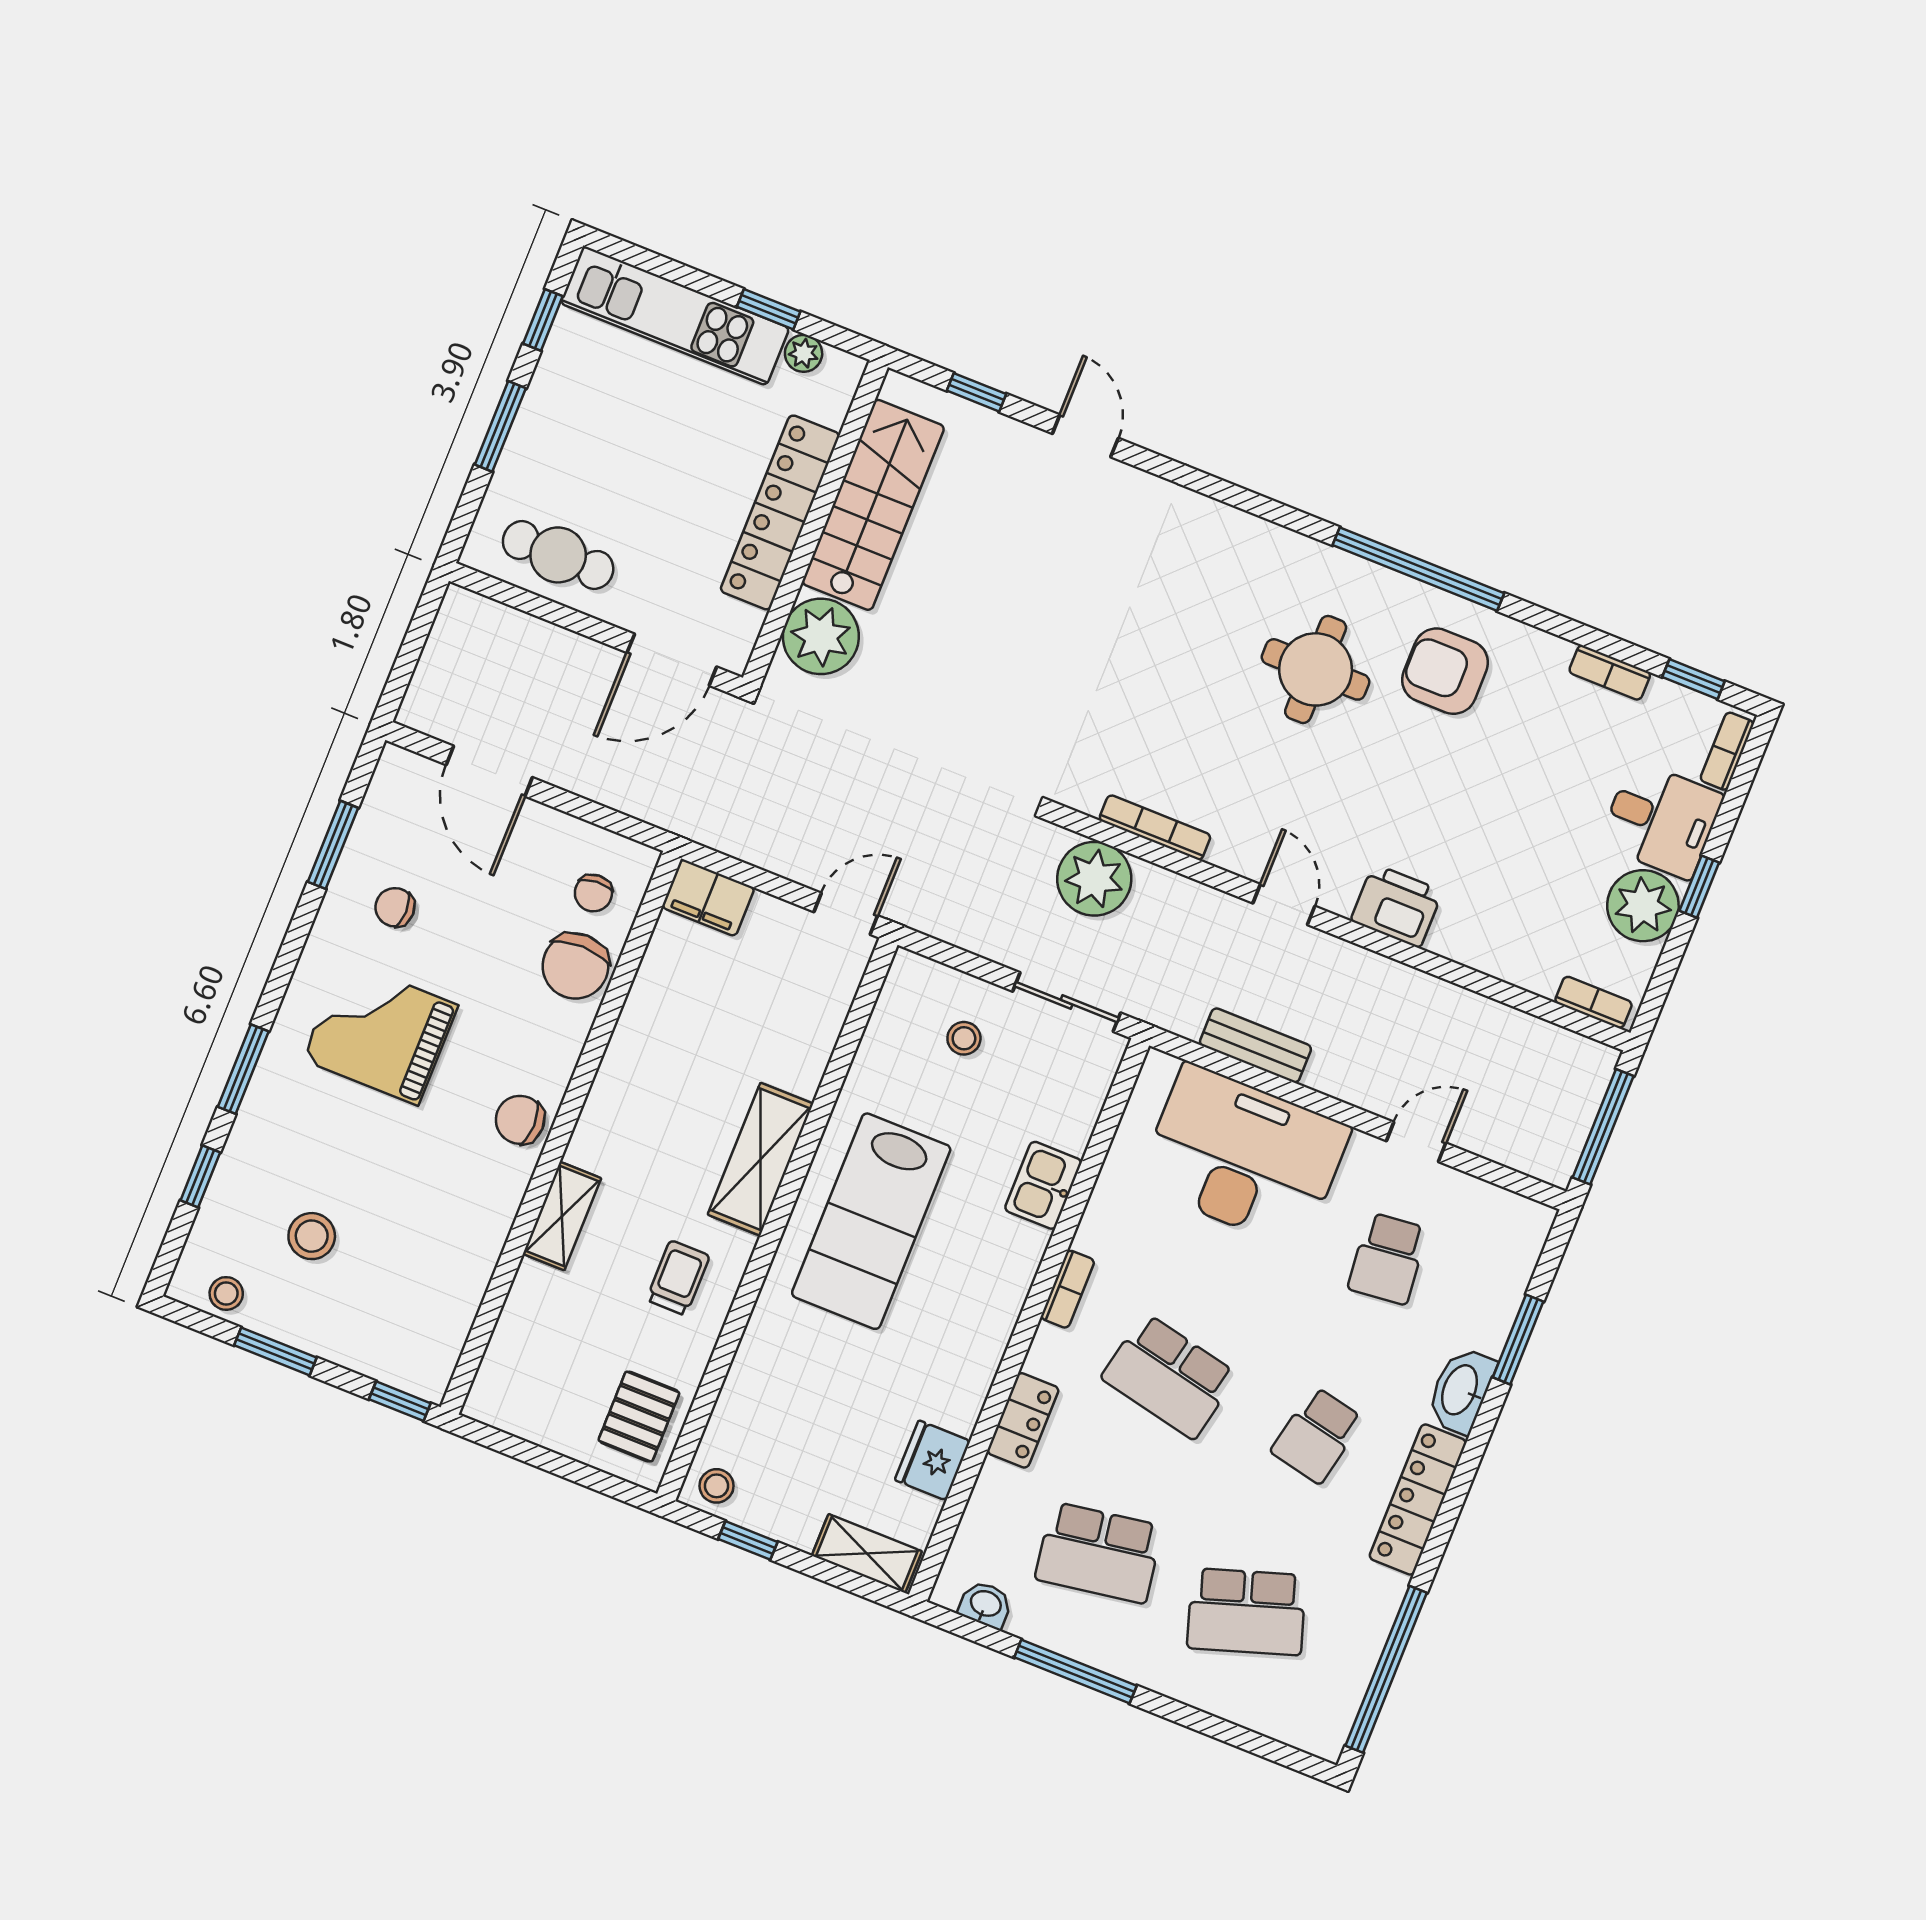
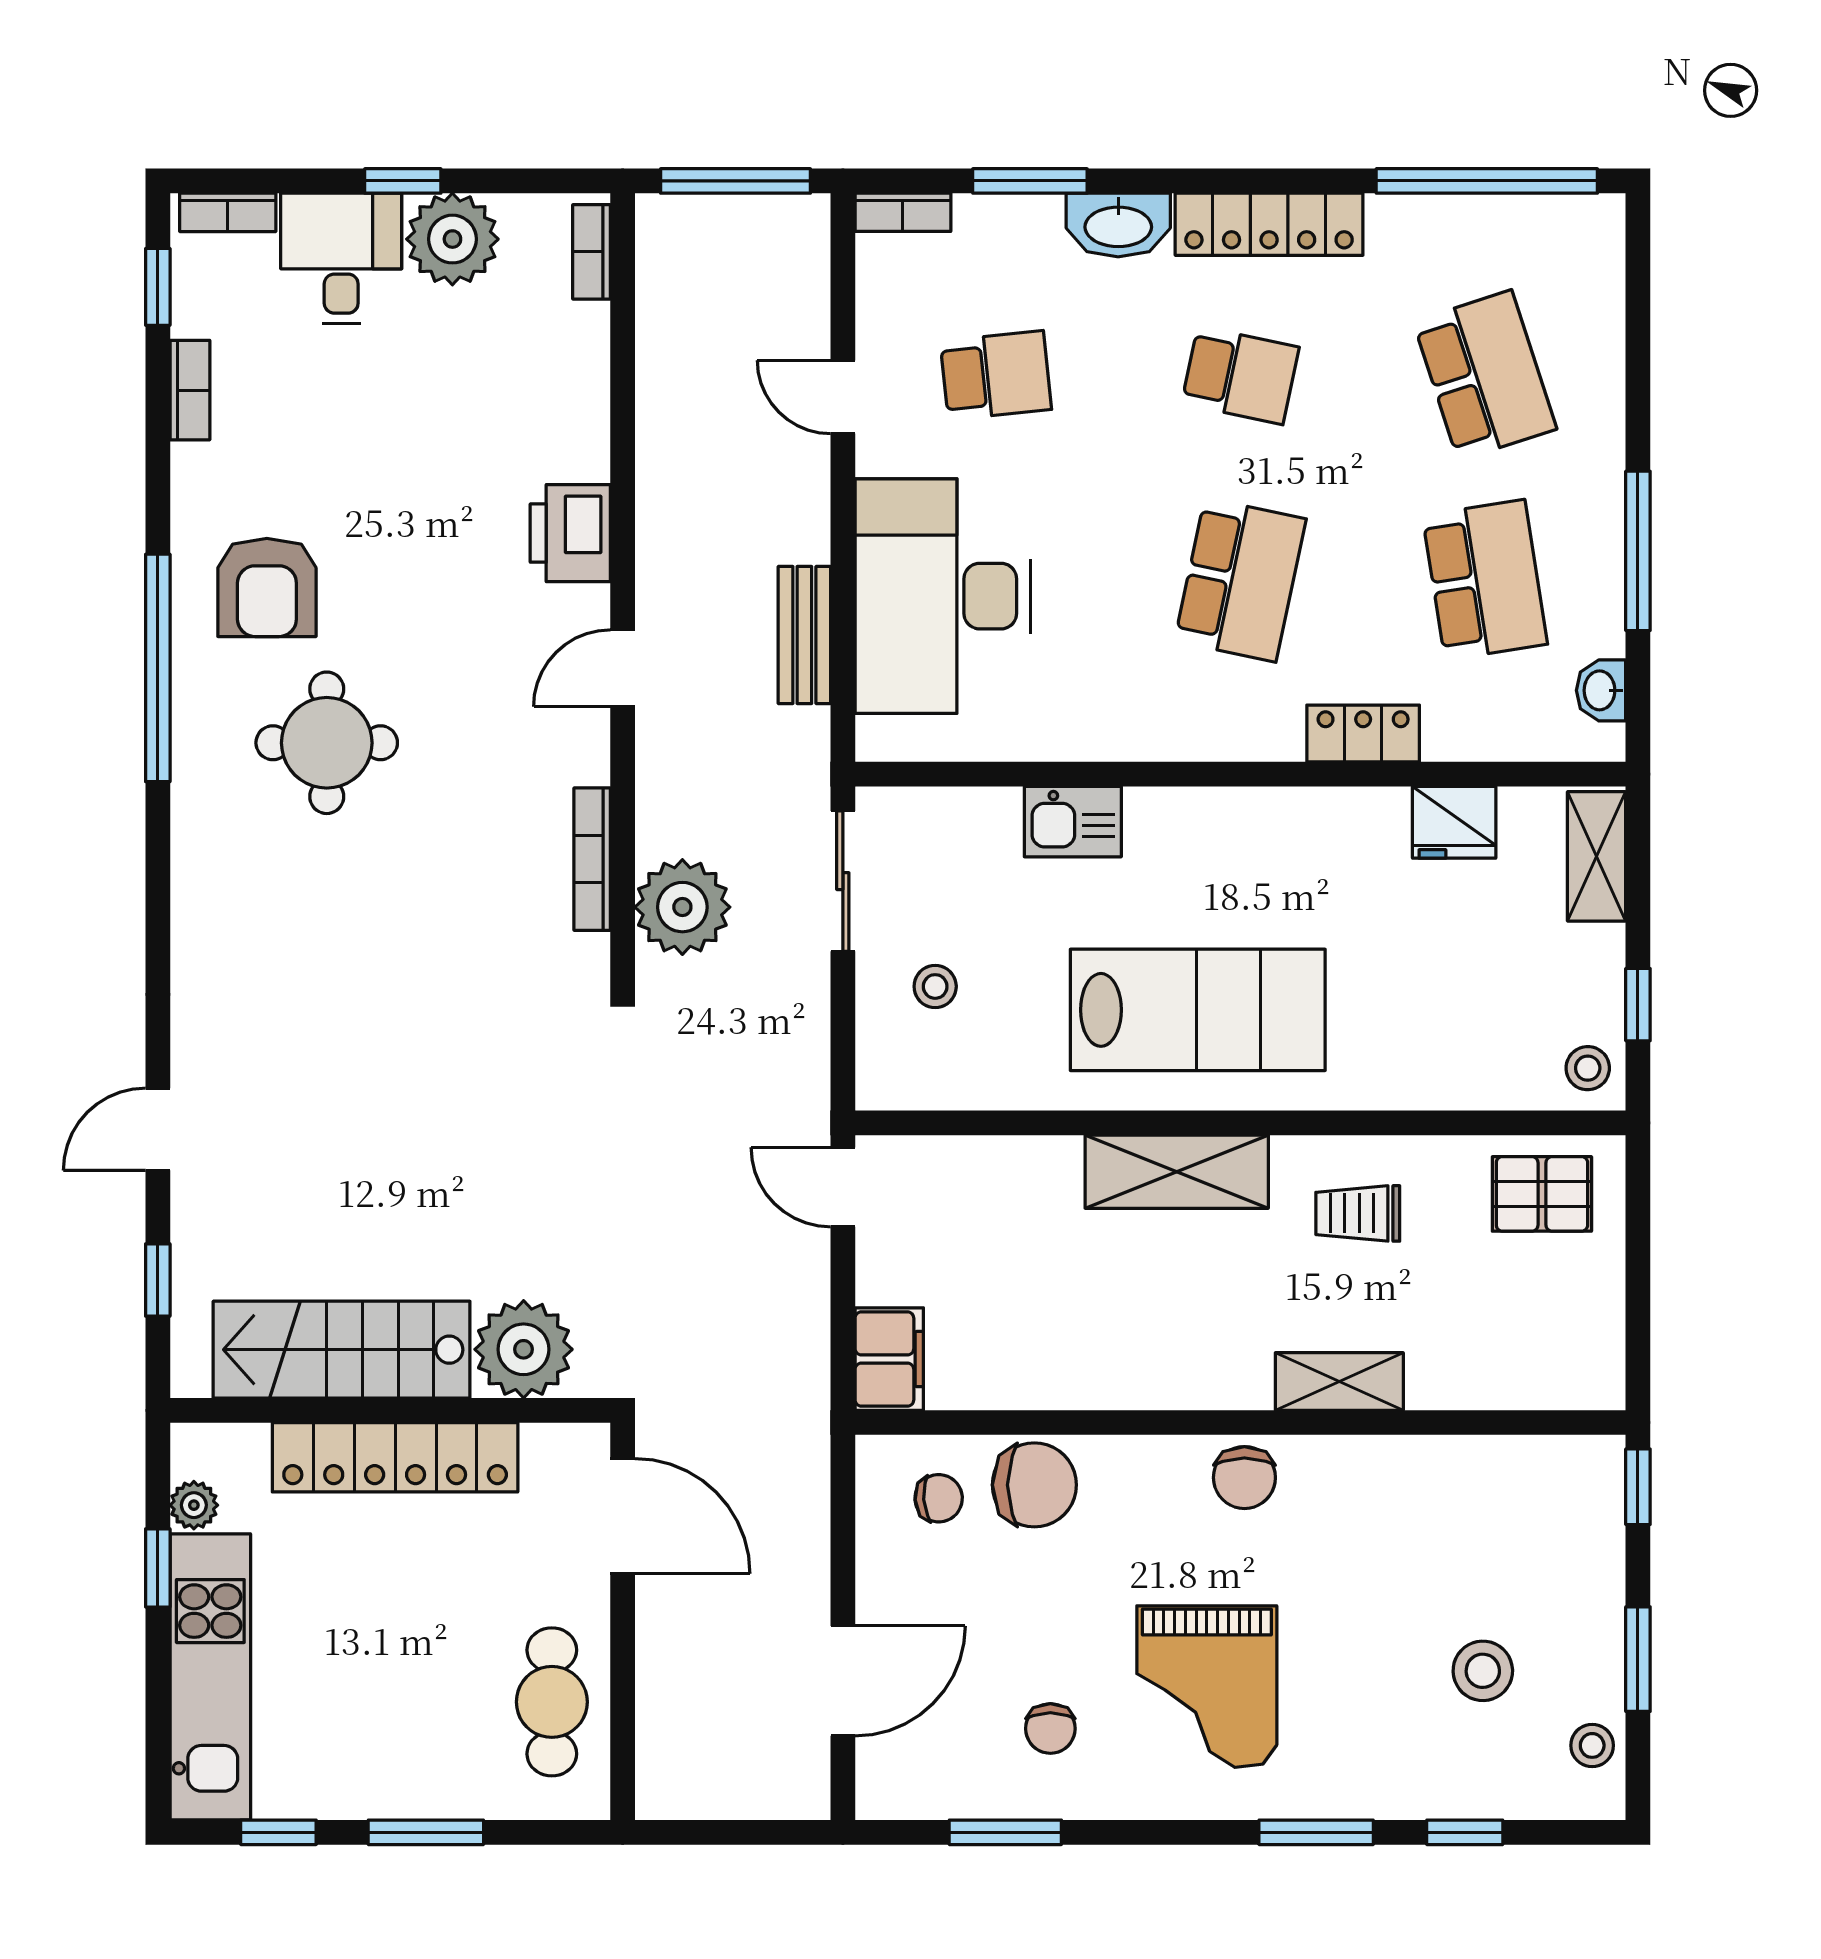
bookcase: (1068, 1289) -> (903, 212), moved, turned 180

